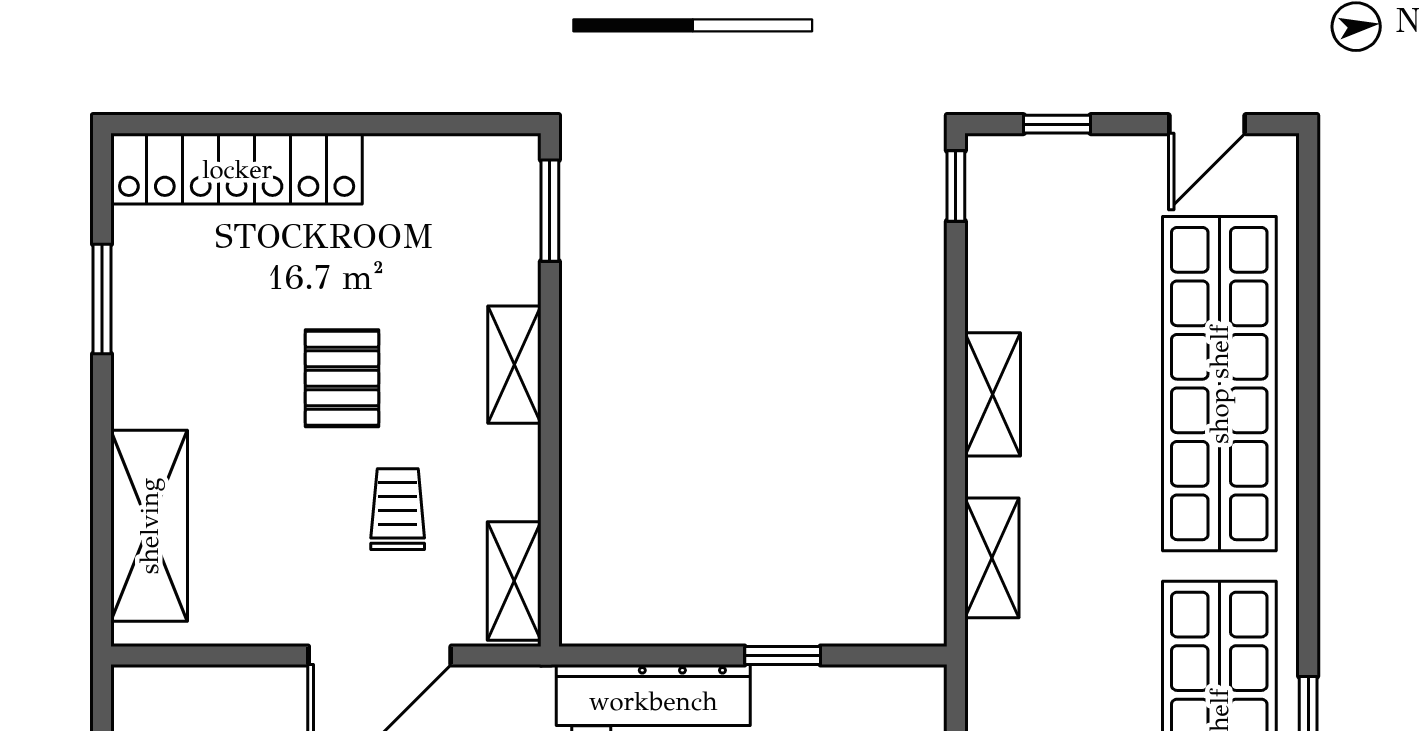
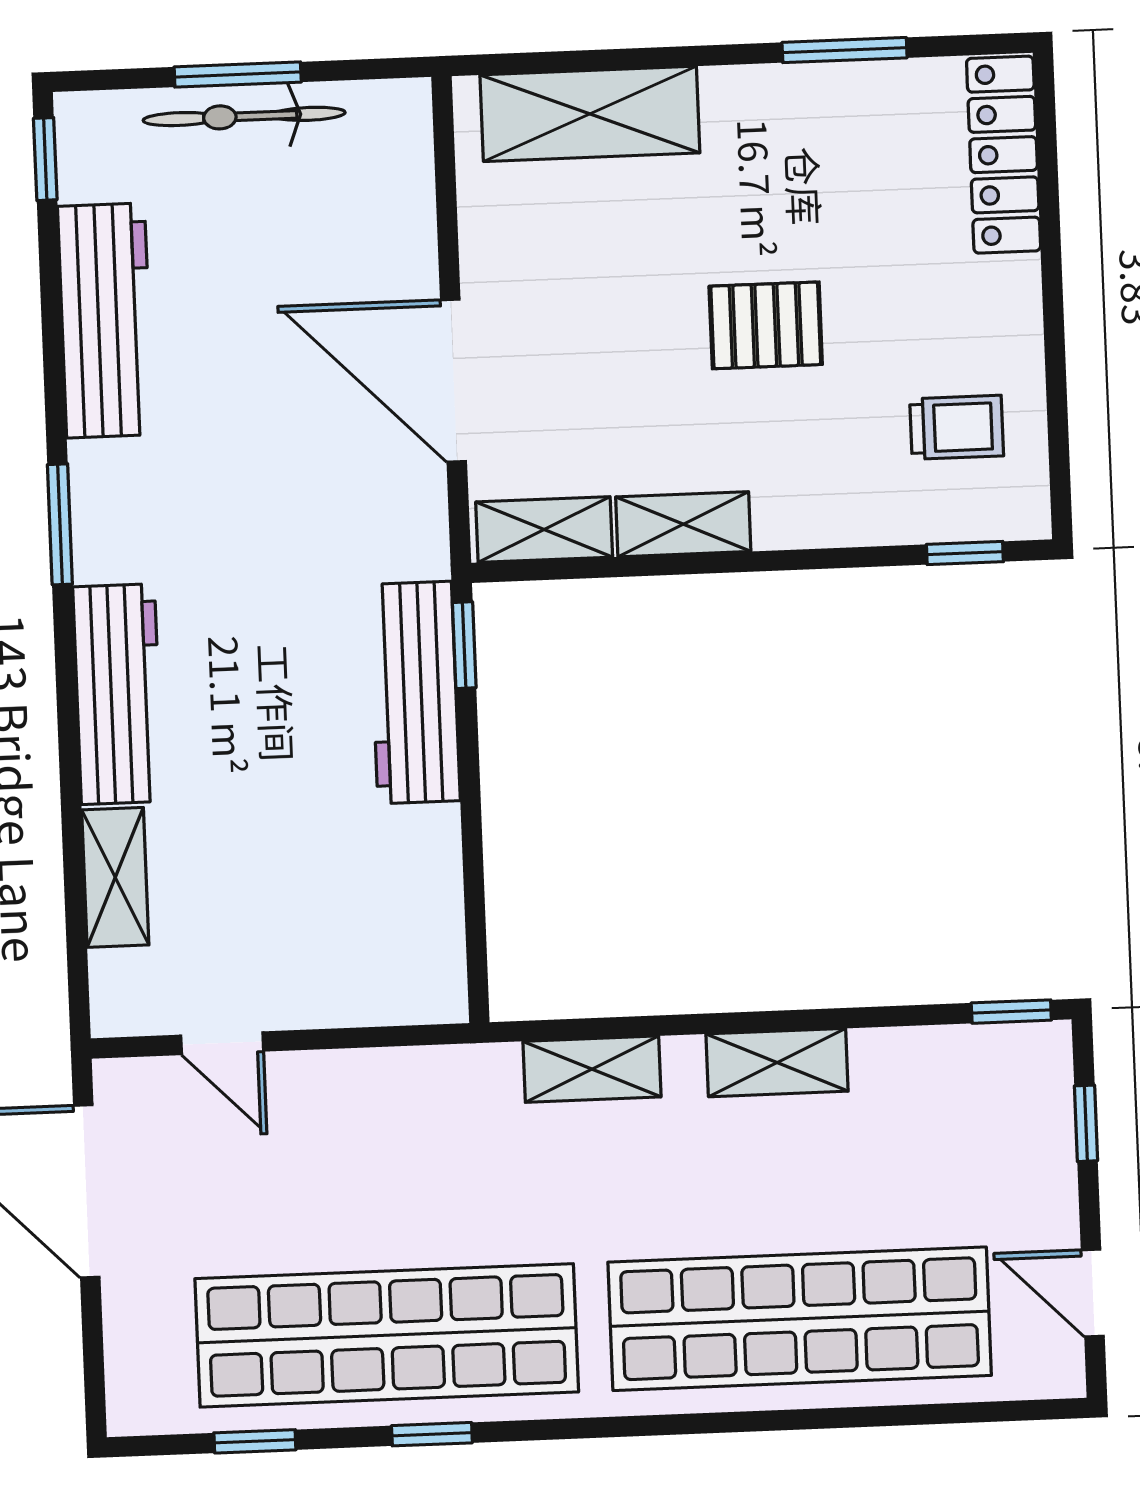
locker: (237, 169) -> (1004, 155), width x0.71, depth x0.83
window: (550, 211) -> (965, 553), width x0.67
shelving: (514, 365) -> (683, 524), moved
trolley: (398, 509) -> (957, 427), moved
window: (783, 656) -> (464, 645), moved

